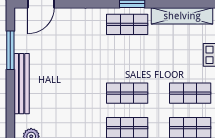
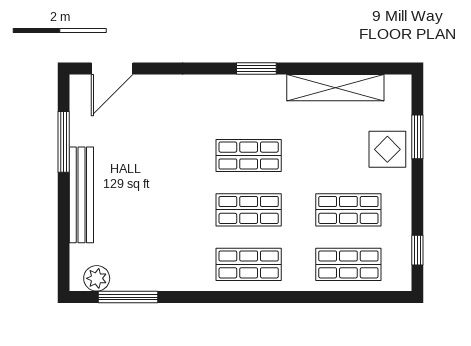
shop shelf: (127, 24) -> (249, 156), moved

